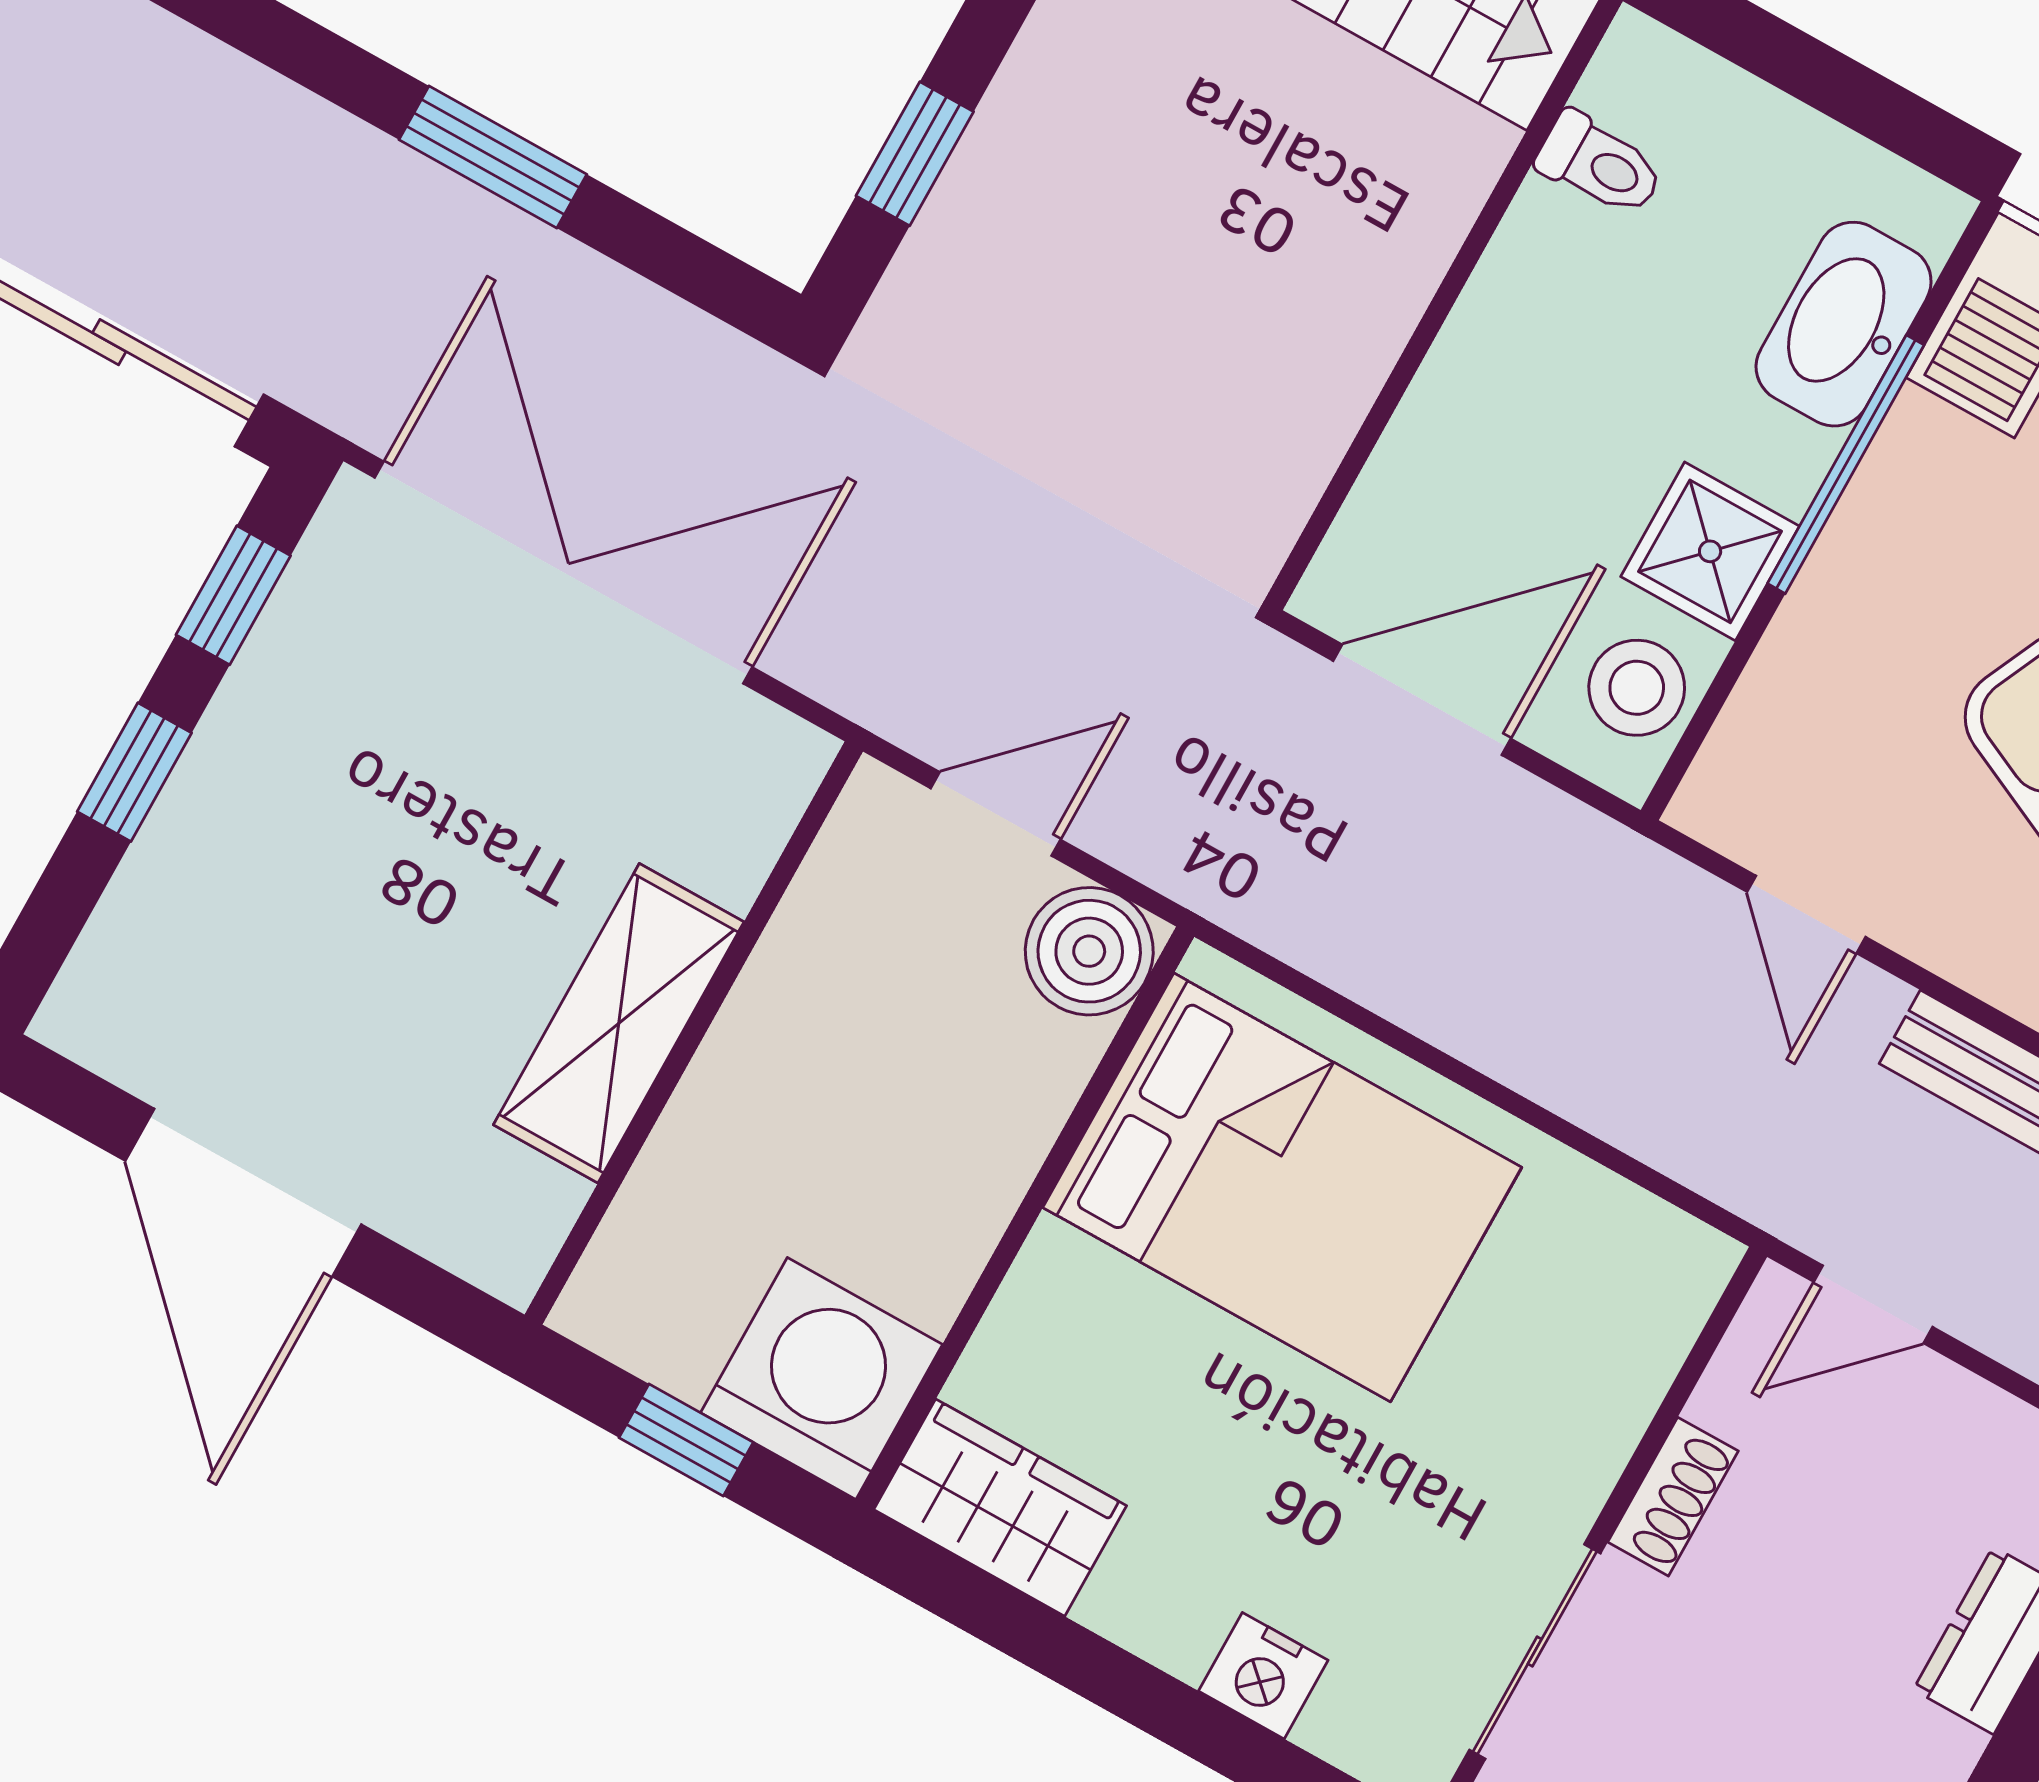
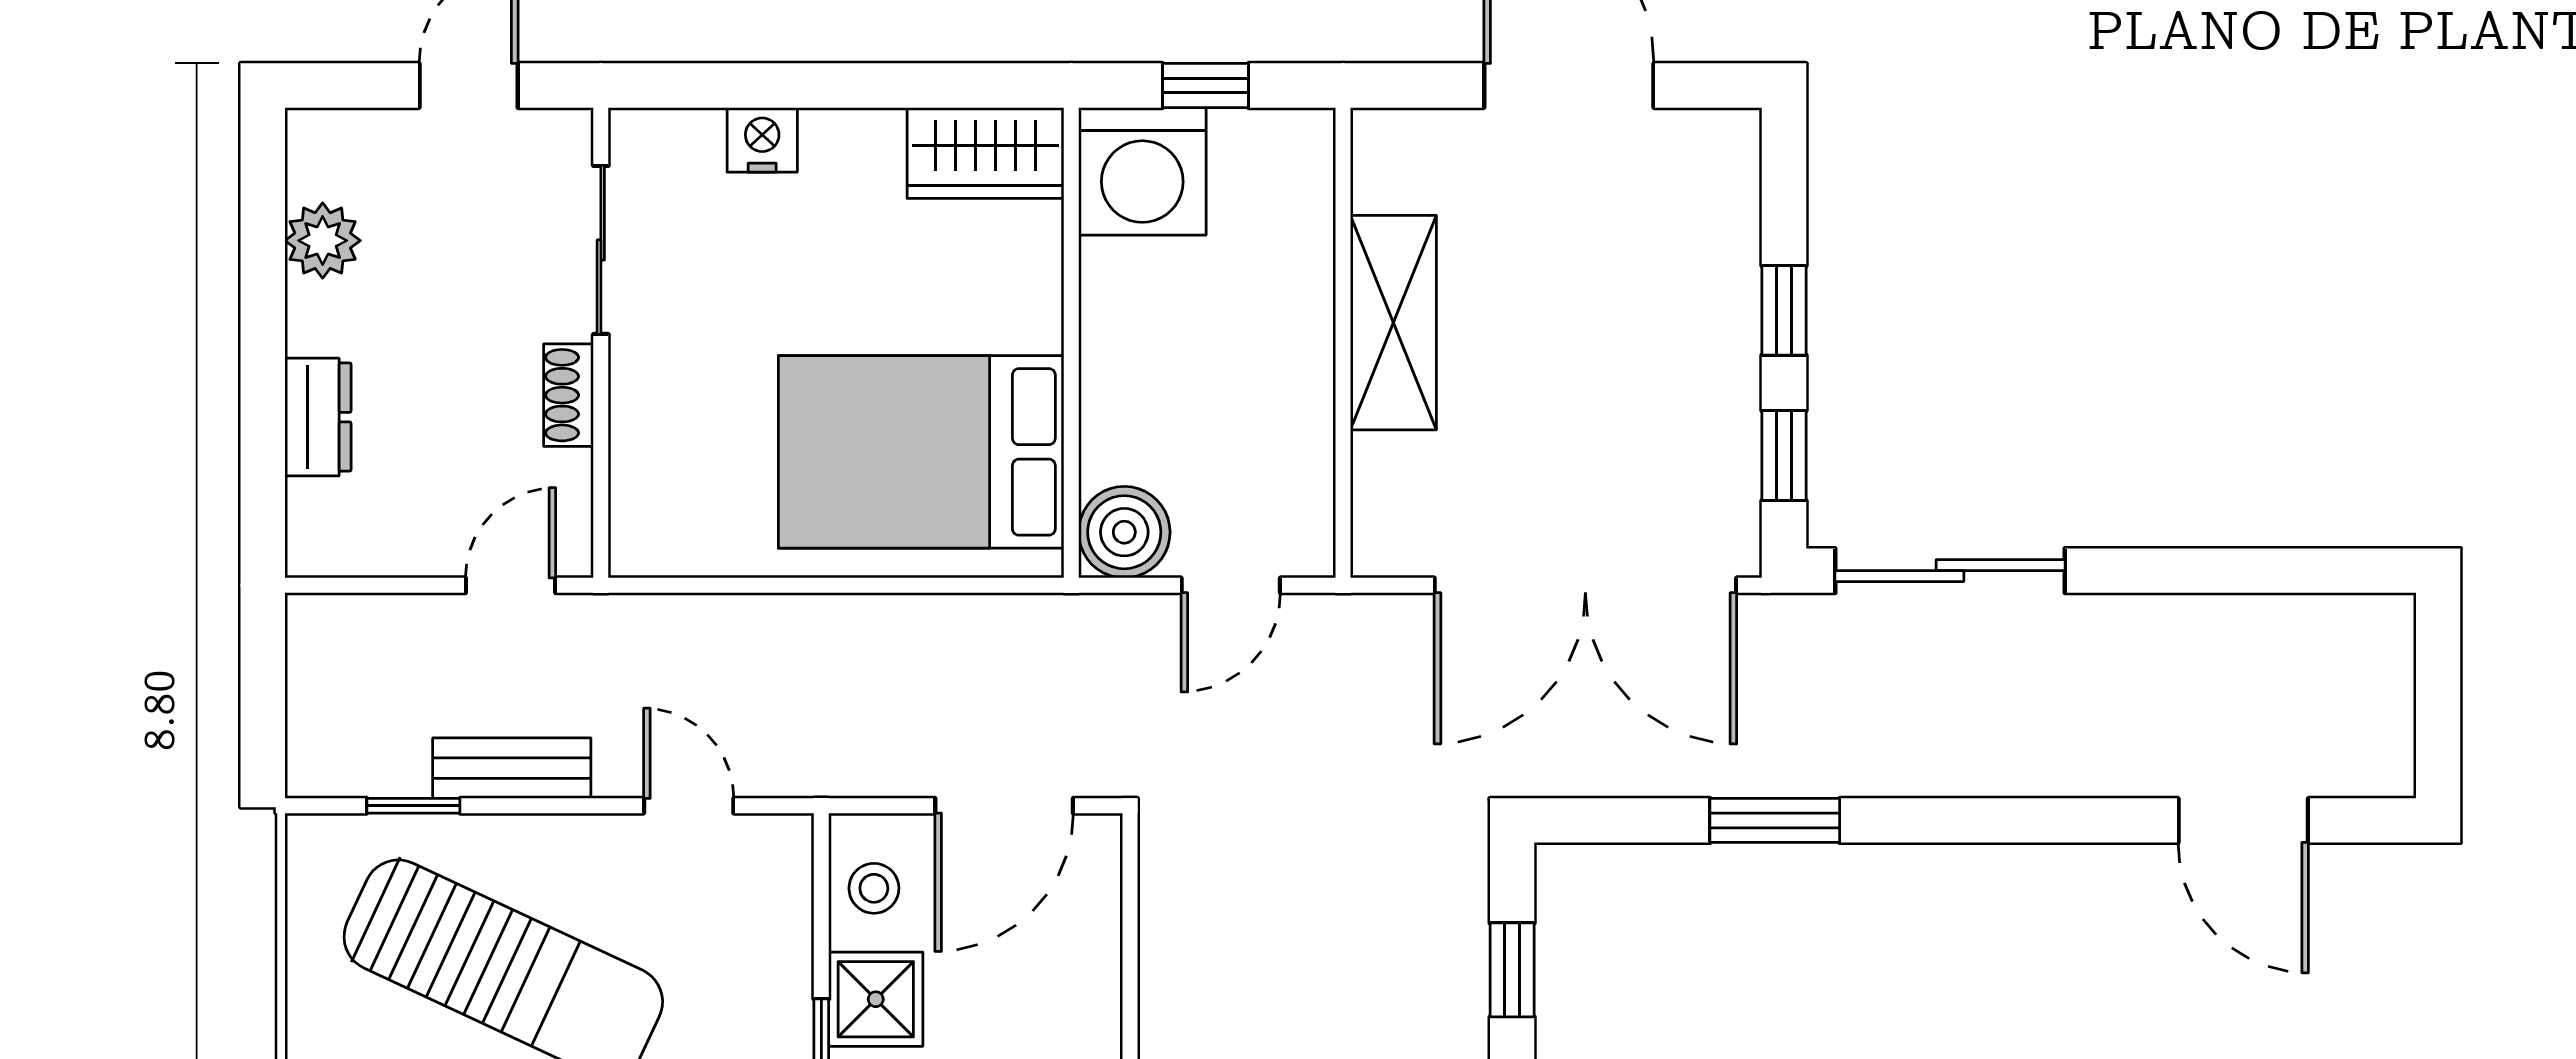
stool: (1637, 688) -> (874, 888), width x0.73, depth x0.73

